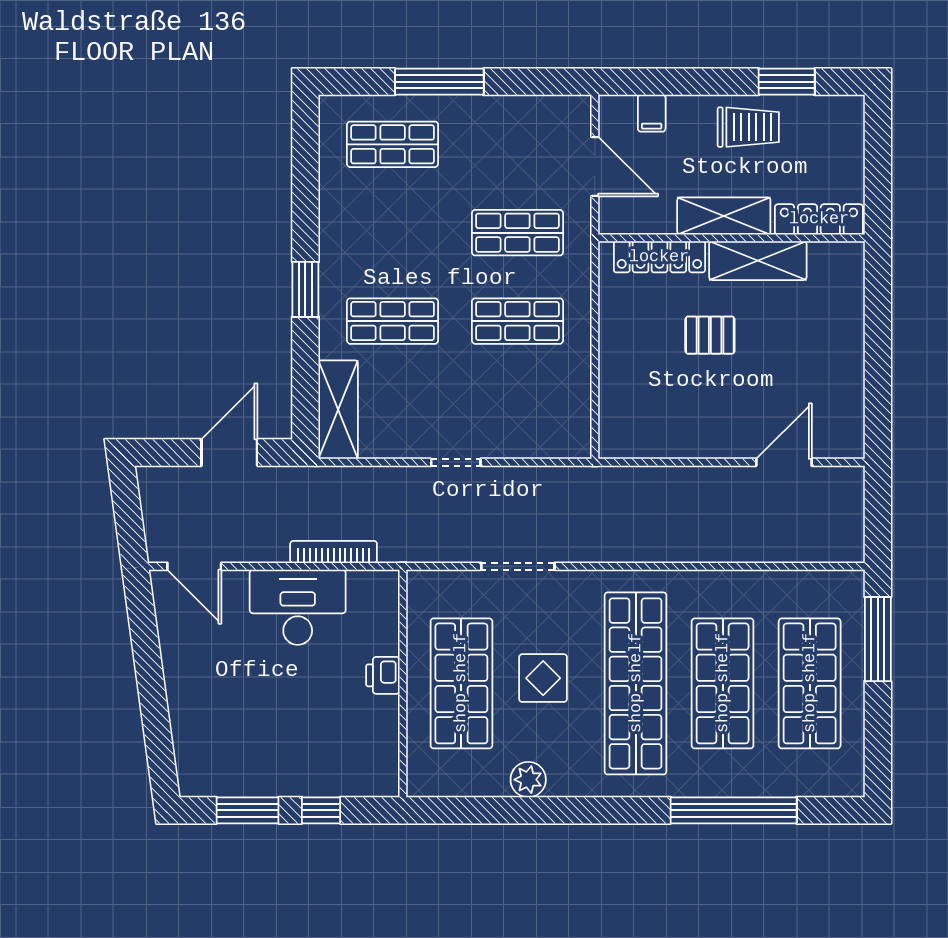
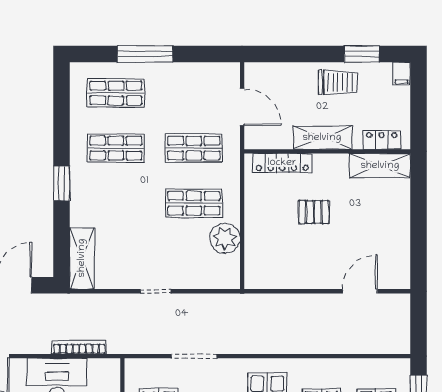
filing cabinet: (652, 113) -> (402, 74), moved
locker: (819, 219) -> (382, 140), width x0.66
shelving: (758, 261) -> (380, 166), moved
shop shelf: (393, 321) -> (116, 148), moved
plant: (567, 377) -> (225, 238), added

